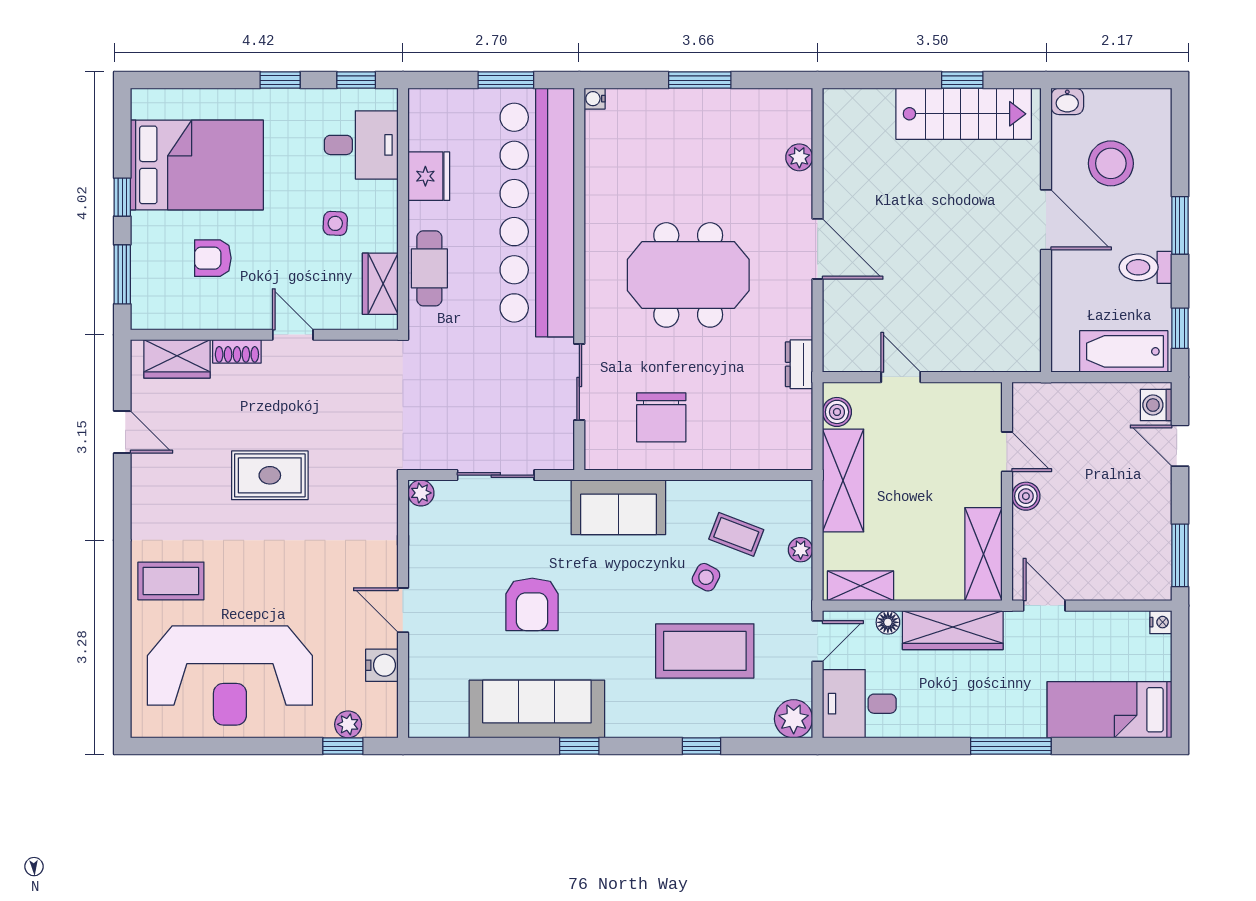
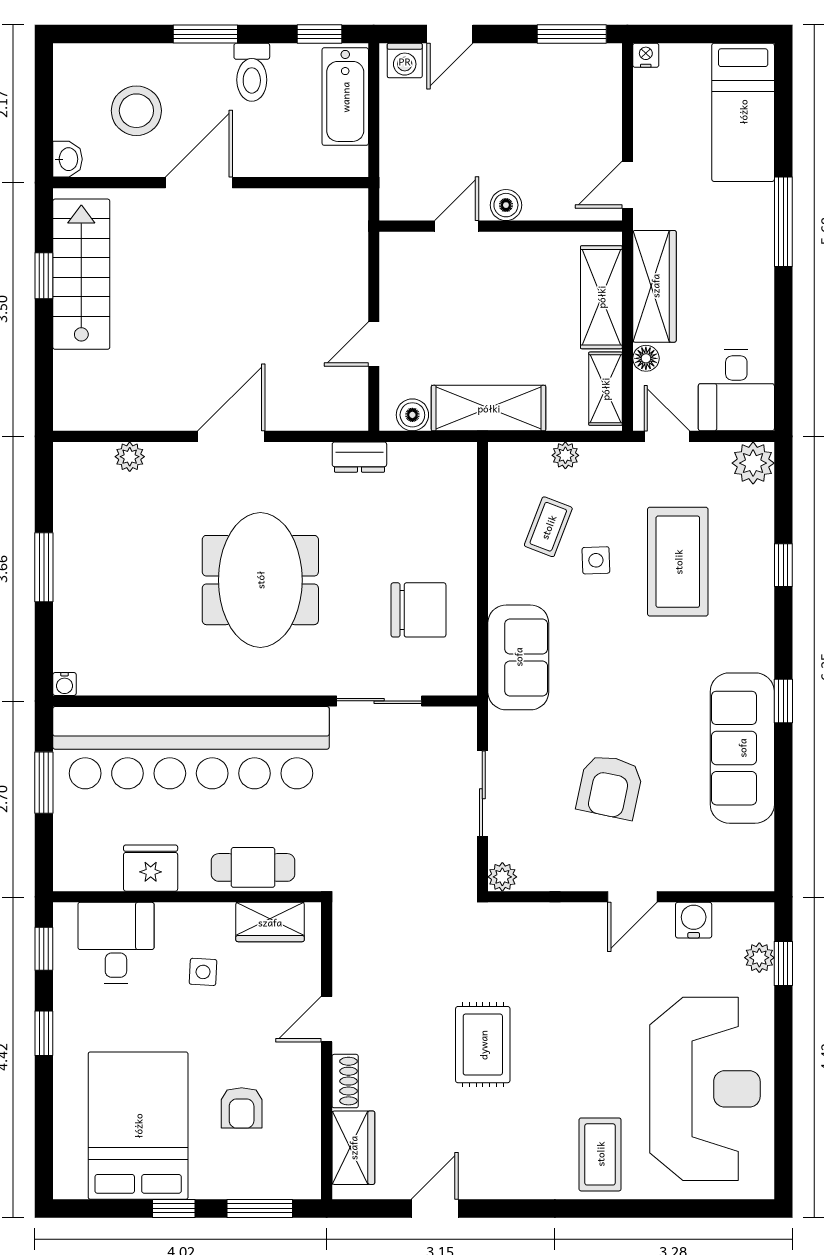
shelving: (983, 554) -> (601, 297), moved, turned 90
side table: (706, 577) -> (596, 560), turned -30
armchair: (532, 604) -> (610, 787), moved, turned 102

